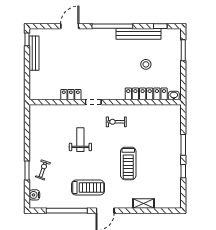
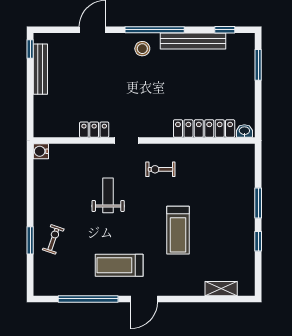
stool: (146, 64) -> (142, 49), moved
treadmill: (88, 188) -> (119, 265), turned 180
water cooler: (34, 195) -> (41, 151), moved
shelving: (144, 203) -> (221, 289), moved

